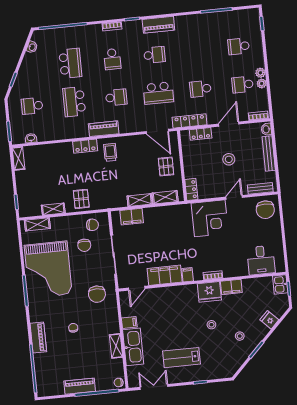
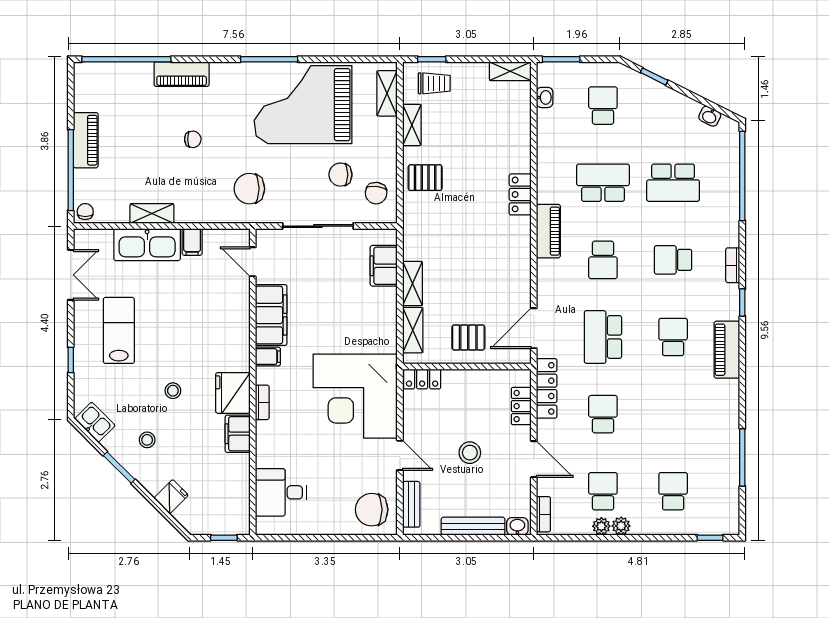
school desk: (154, 55) -> (673, 337), turned 180
trolley: (110, 152) -> (434, 83), moved
corner desk: (210, 218) -> (355, 396), width x1.36, depth x1.36
kitchen sink: (280, 284) -> (95, 422), moved, turned 45

